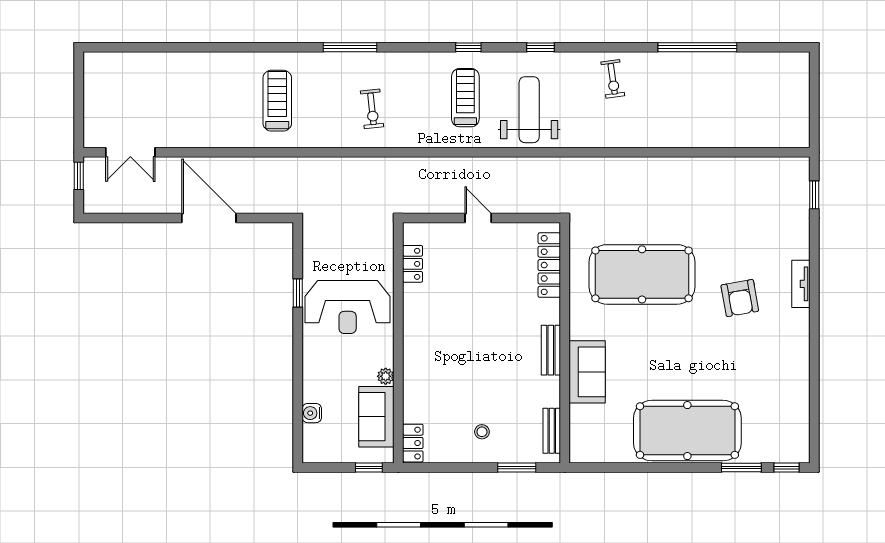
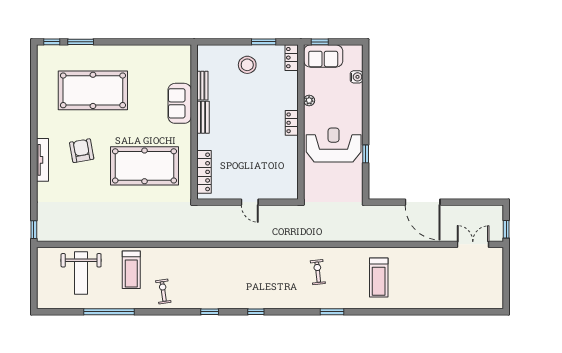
window: (350, 47) -> (332, 312), width x0.69
treadmill: (465, 98) -> (131, 270), moved
weight bench: (529, 110) -> (81, 273), moved
window: (814, 195) -> (34, 230), moved
locker: (413, 264) -> (292, 123), moved
tv unit: (801, 284) -> (42, 160), width x1.41
sofa: (376, 417) -> (323, 56), moved, turned 90
bench: (552, 431) -> (202, 86), moved
pool table: (687, 431) -> (93, 90), moved
stool: (482, 432) -> (247, 65), width x1.89, depth x1.89
window: (517, 467) -> (264, 42), moved

